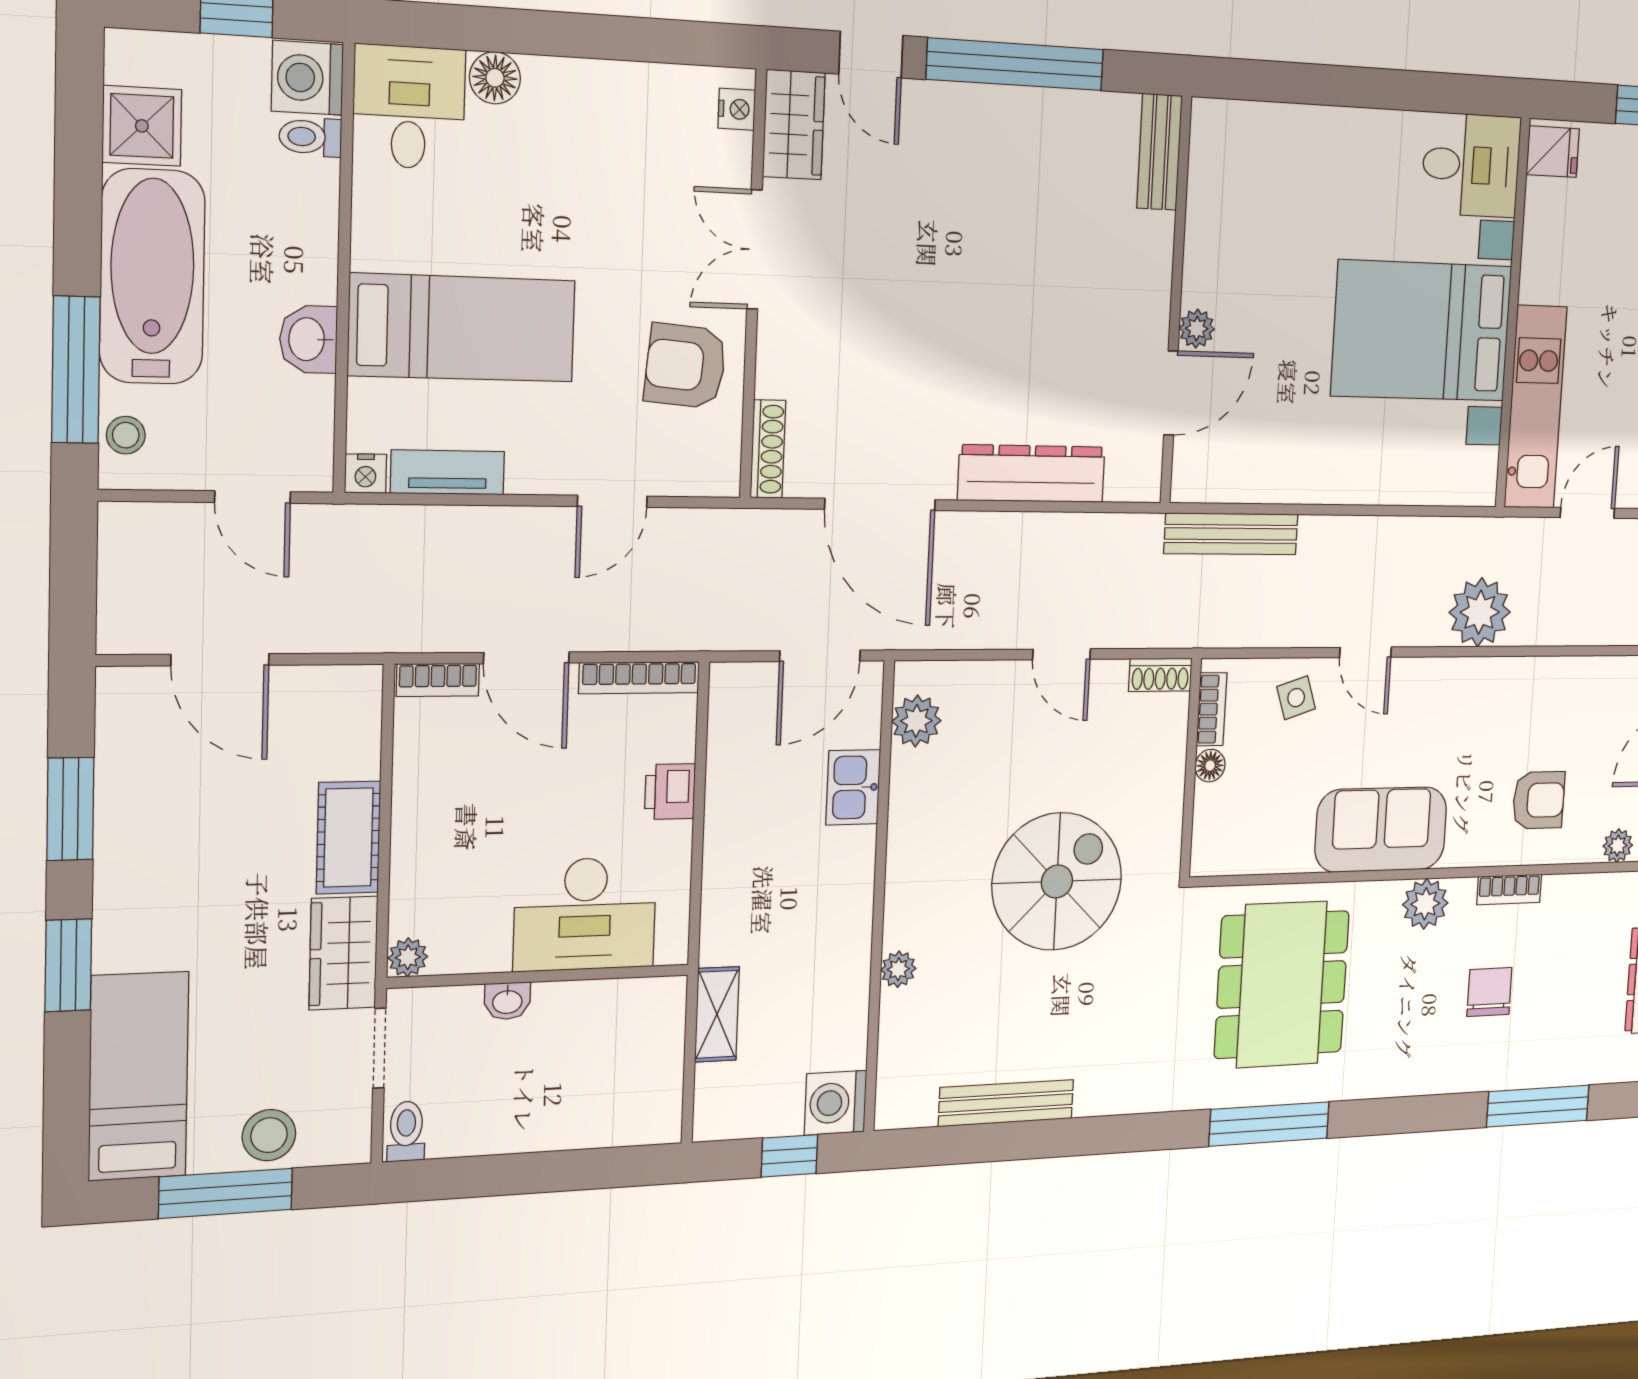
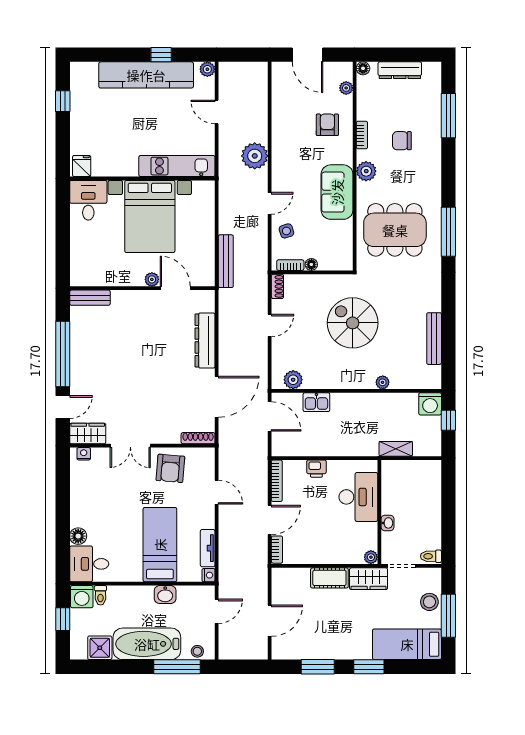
fridge: (1553, 152) -> (82, 166), moved
desk: (1471, 165) -> (88, 200), moved
wall: (1513, 314) -> (142, 179), moved
bed with nightstands: (1422, 331) -> (150, 216), moved
kitchen unit: (1536, 407) -> (177, 166), moved

